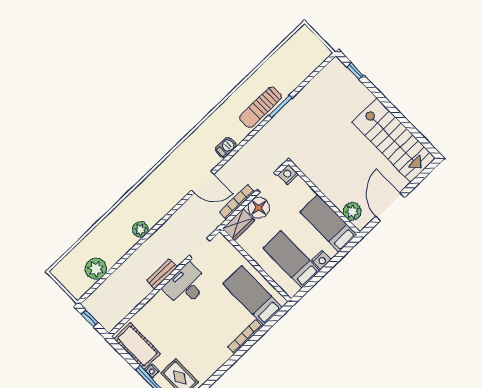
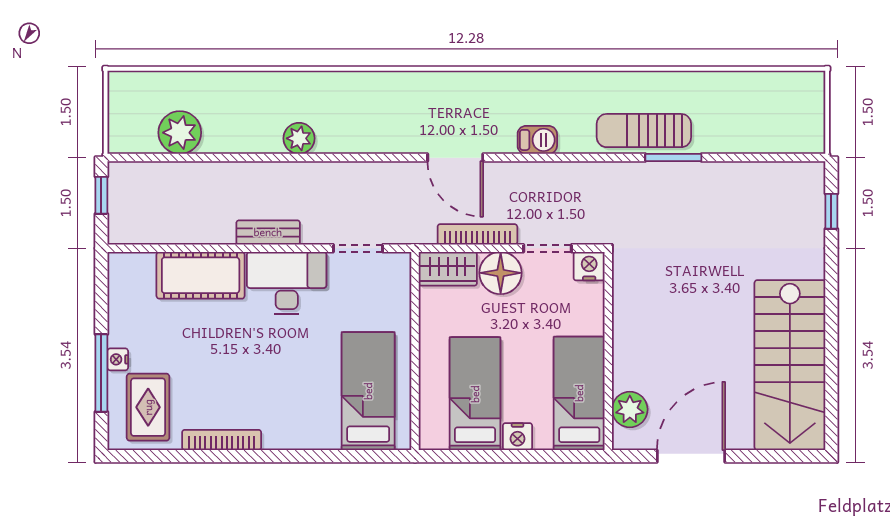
bookcase: (245, 337) -> (222, 440), moved
cot: (137, 346) -> (201, 275), moved, turned 90

